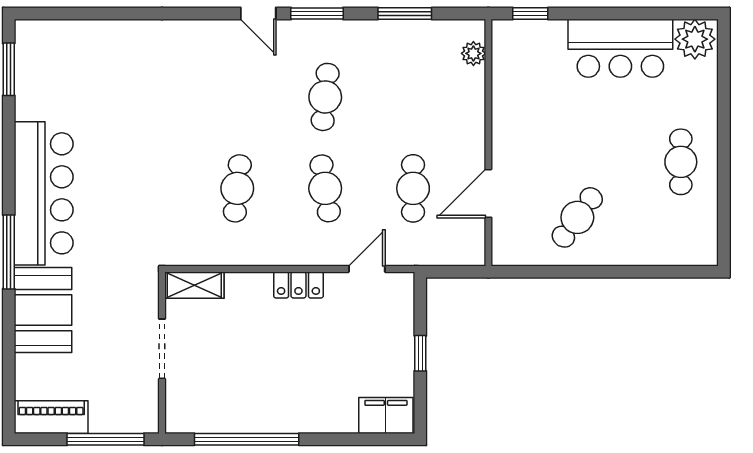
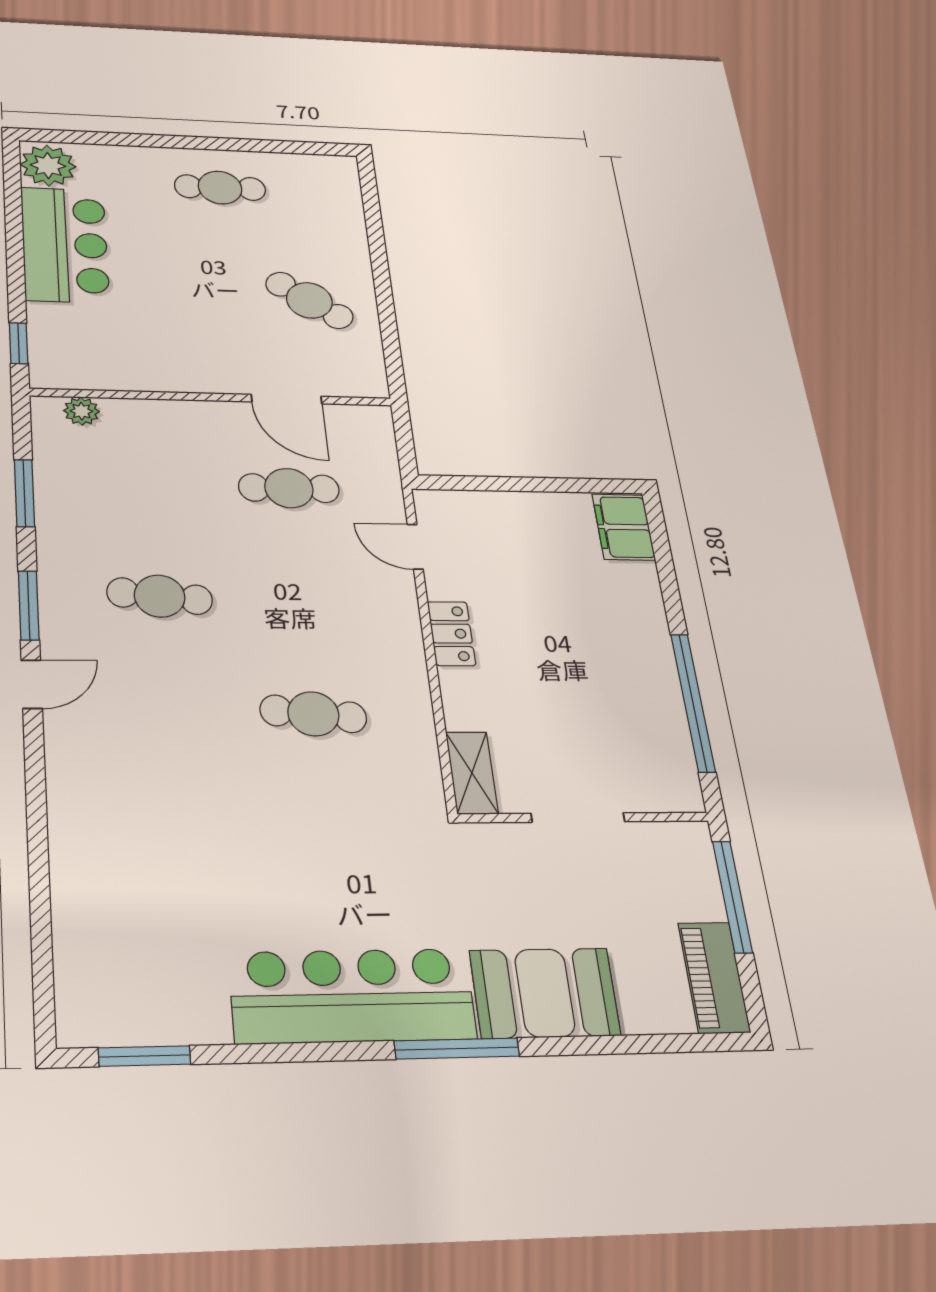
cafe table: (325, 188) -> (301, 598), removed
window: (420, 353) -> (528, 484), removed

